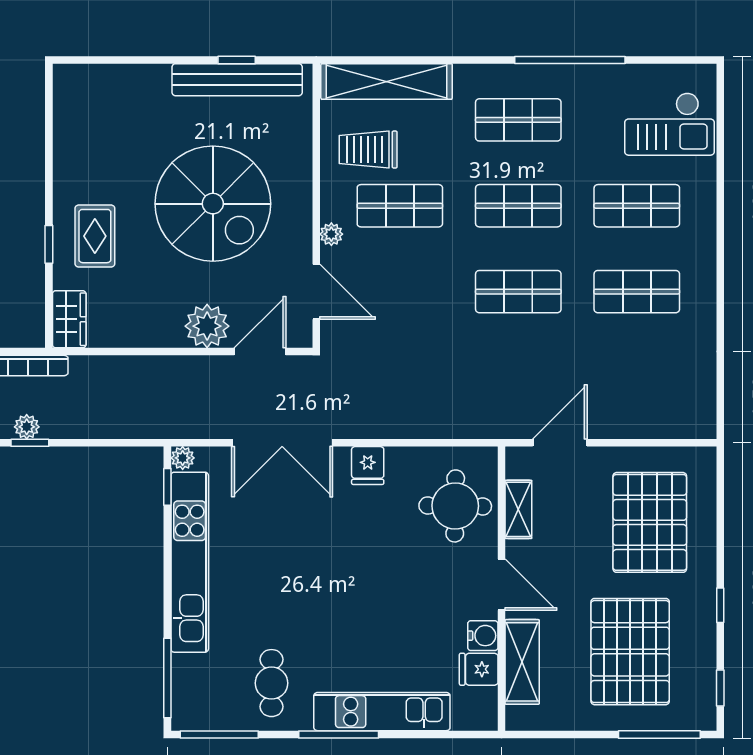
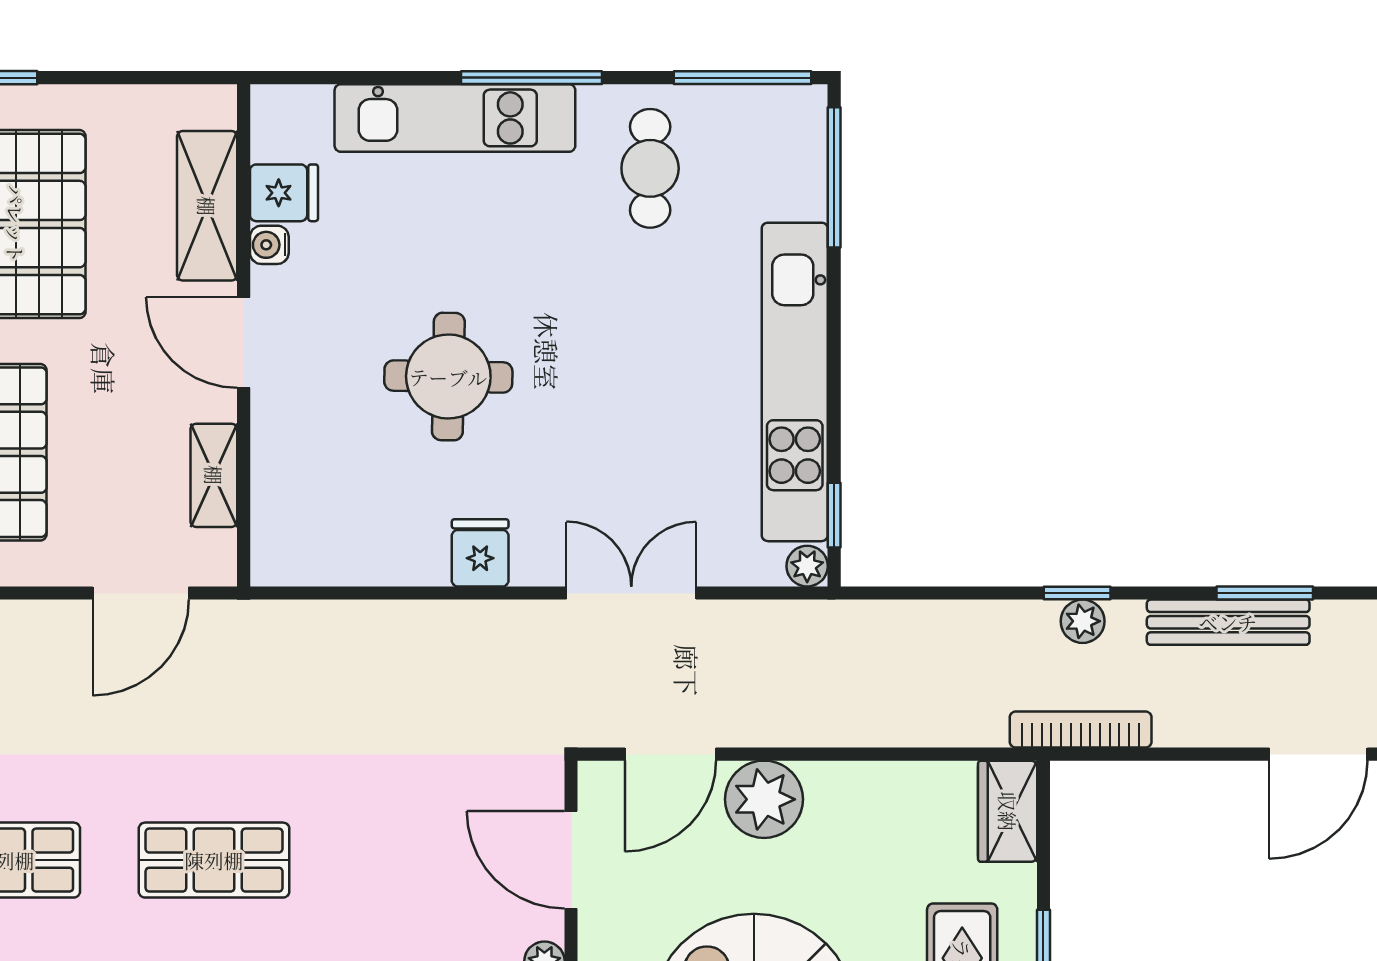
double door: (282, 443) -> (631, 593), width x0.73
round table: (455, 506) -> (448, 377), moved
water cooler: (483, 636) -> (269, 245), width x0.72, depth x0.72

